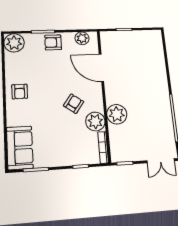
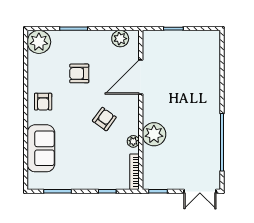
armchair: (53, 42) -> (79, 73), moved
door: (101, 68) -> (141, 77), hinge flipped
plant: (95, 121) -> (133, 141), width x0.53, depth x0.53
sofa: (20, 148) -> (41, 148), moved

